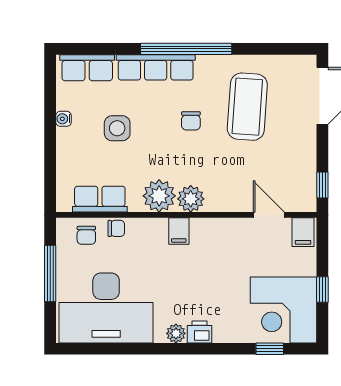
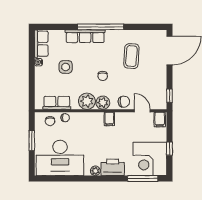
row of seats: (87, 68) -> (41, 44), moved, turned -90
coffee table: (247, 107) -> (131, 56), width x0.73, depth x0.76
chair: (191, 121) -> (103, 76), moved
chair: (232, 197) -> (124, 102), added
filing cabinet: (179, 231) -> (109, 119), moved
window: (50, 273) -> (32, 140), width x0.69
printer: (199, 332) -> (113, 167), width x1.87, depth x1.48
window: (270, 349) -> (143, 179), width x2.17

